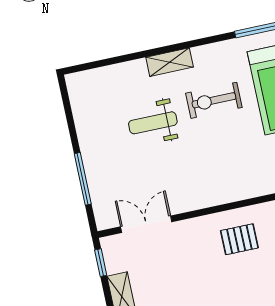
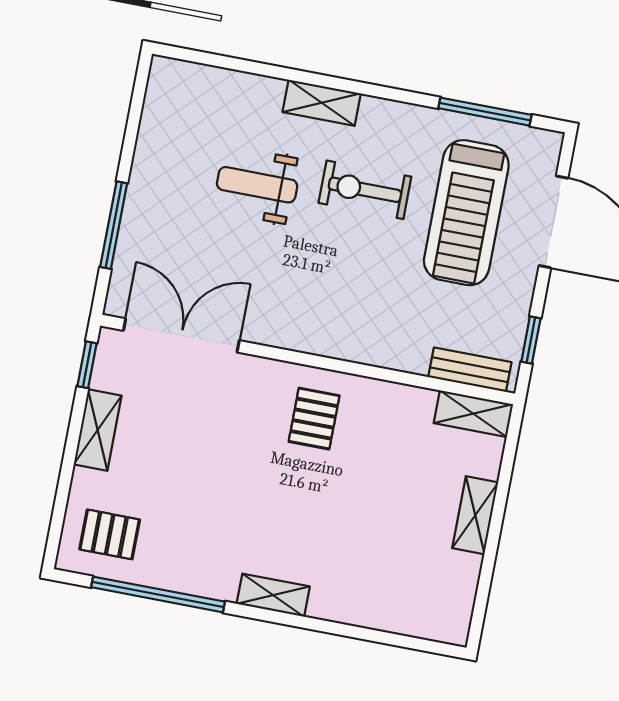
double door: (146, 224) -> (181, 335), width x1.37
pallet: (239, 239) -> (314, 419), turned 90

